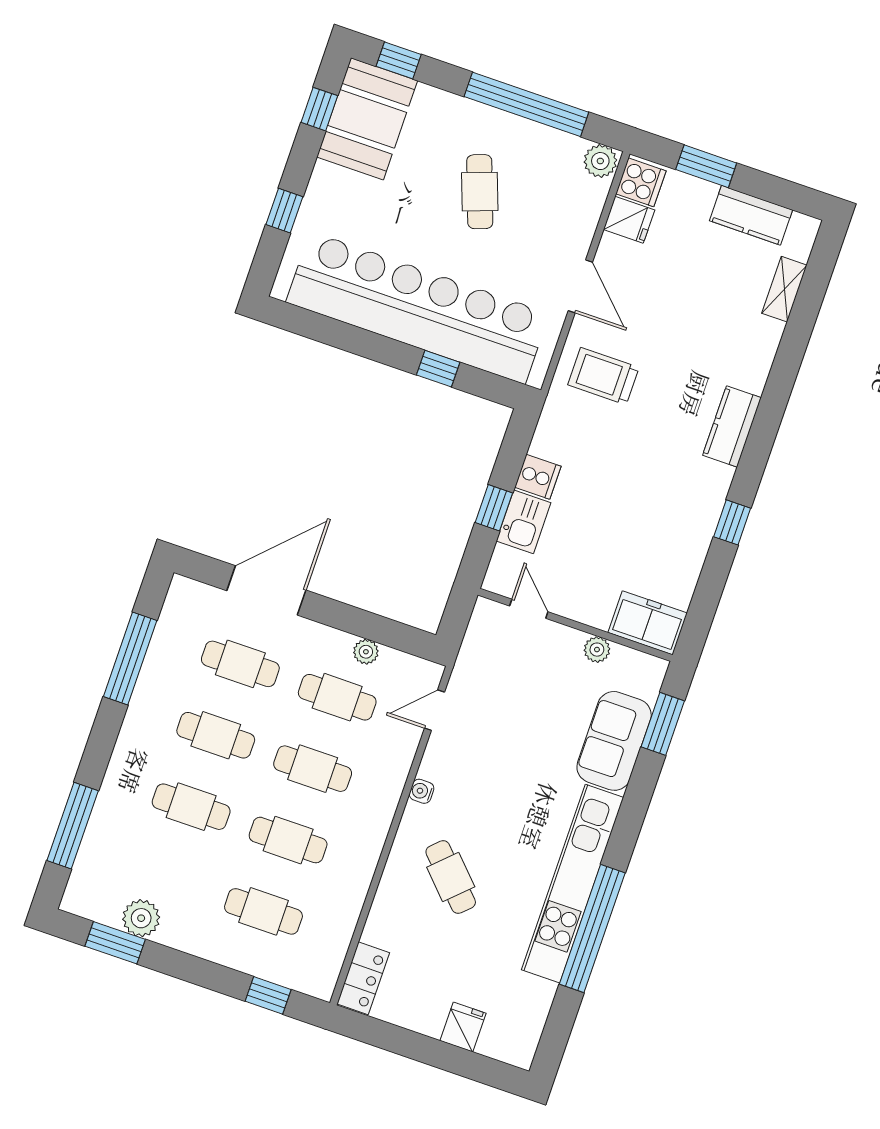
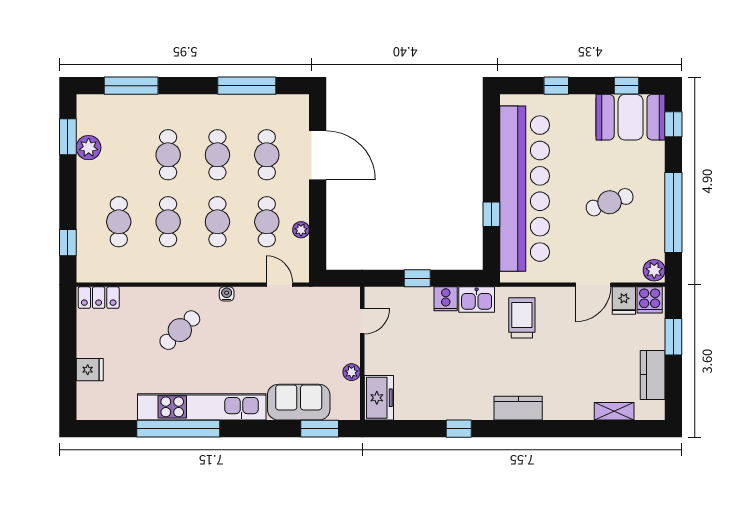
door: (580, 286) -> (593, 285), moved
kitchen sink: (524, 522) -> (477, 300), moved

